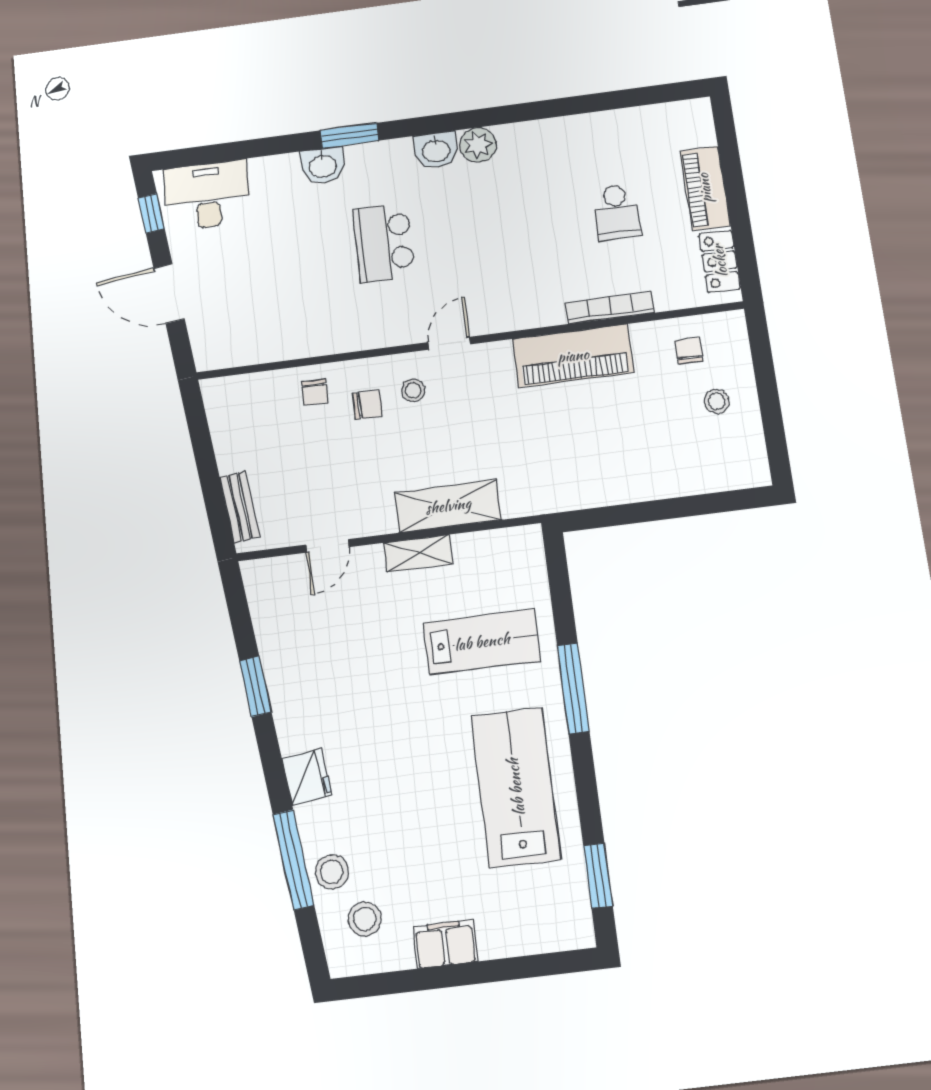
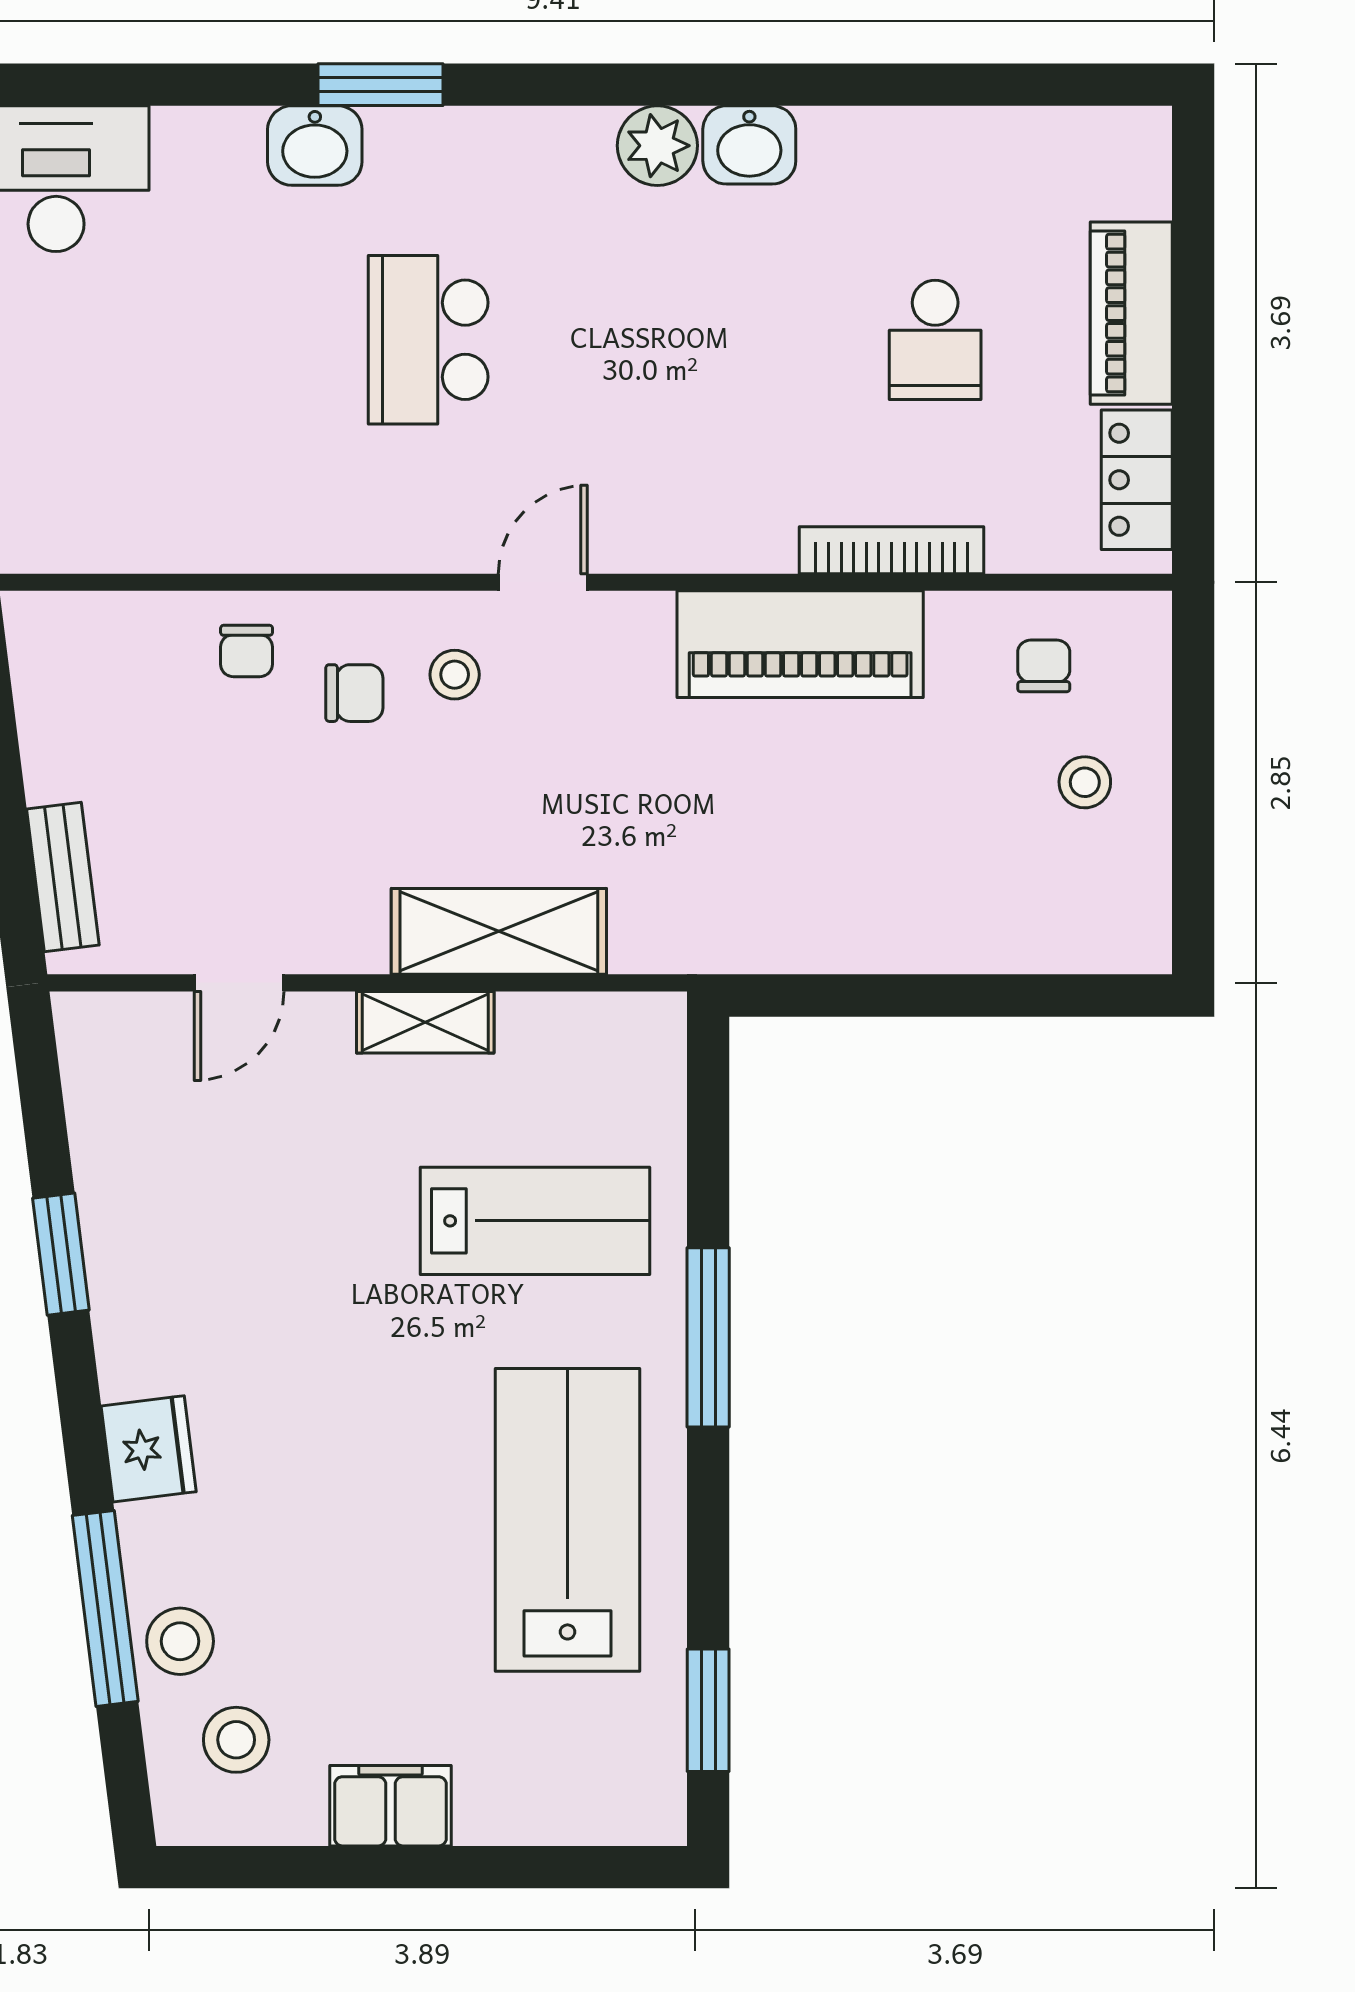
washbasin: (436, 150) -> (749, 145), moved

